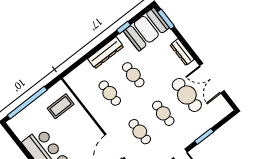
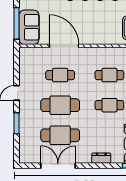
dresser: (182, 52) -> (101, 158), width x0.70
cafe table: (163, 113) -> (60, 105), width x1.37, depth x1.35

